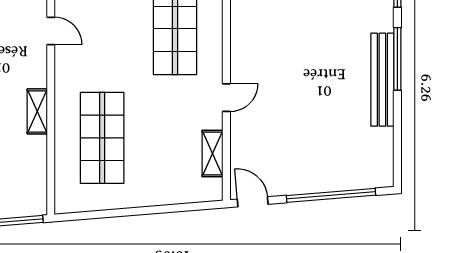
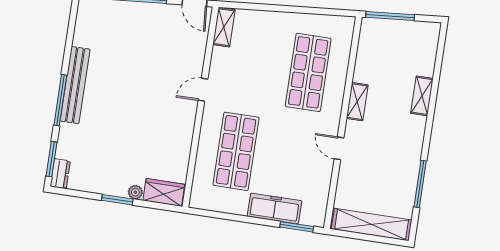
door: (51, 31) -> (339, 148), moved
shelving: (213, 153) -> (224, 27), moved

